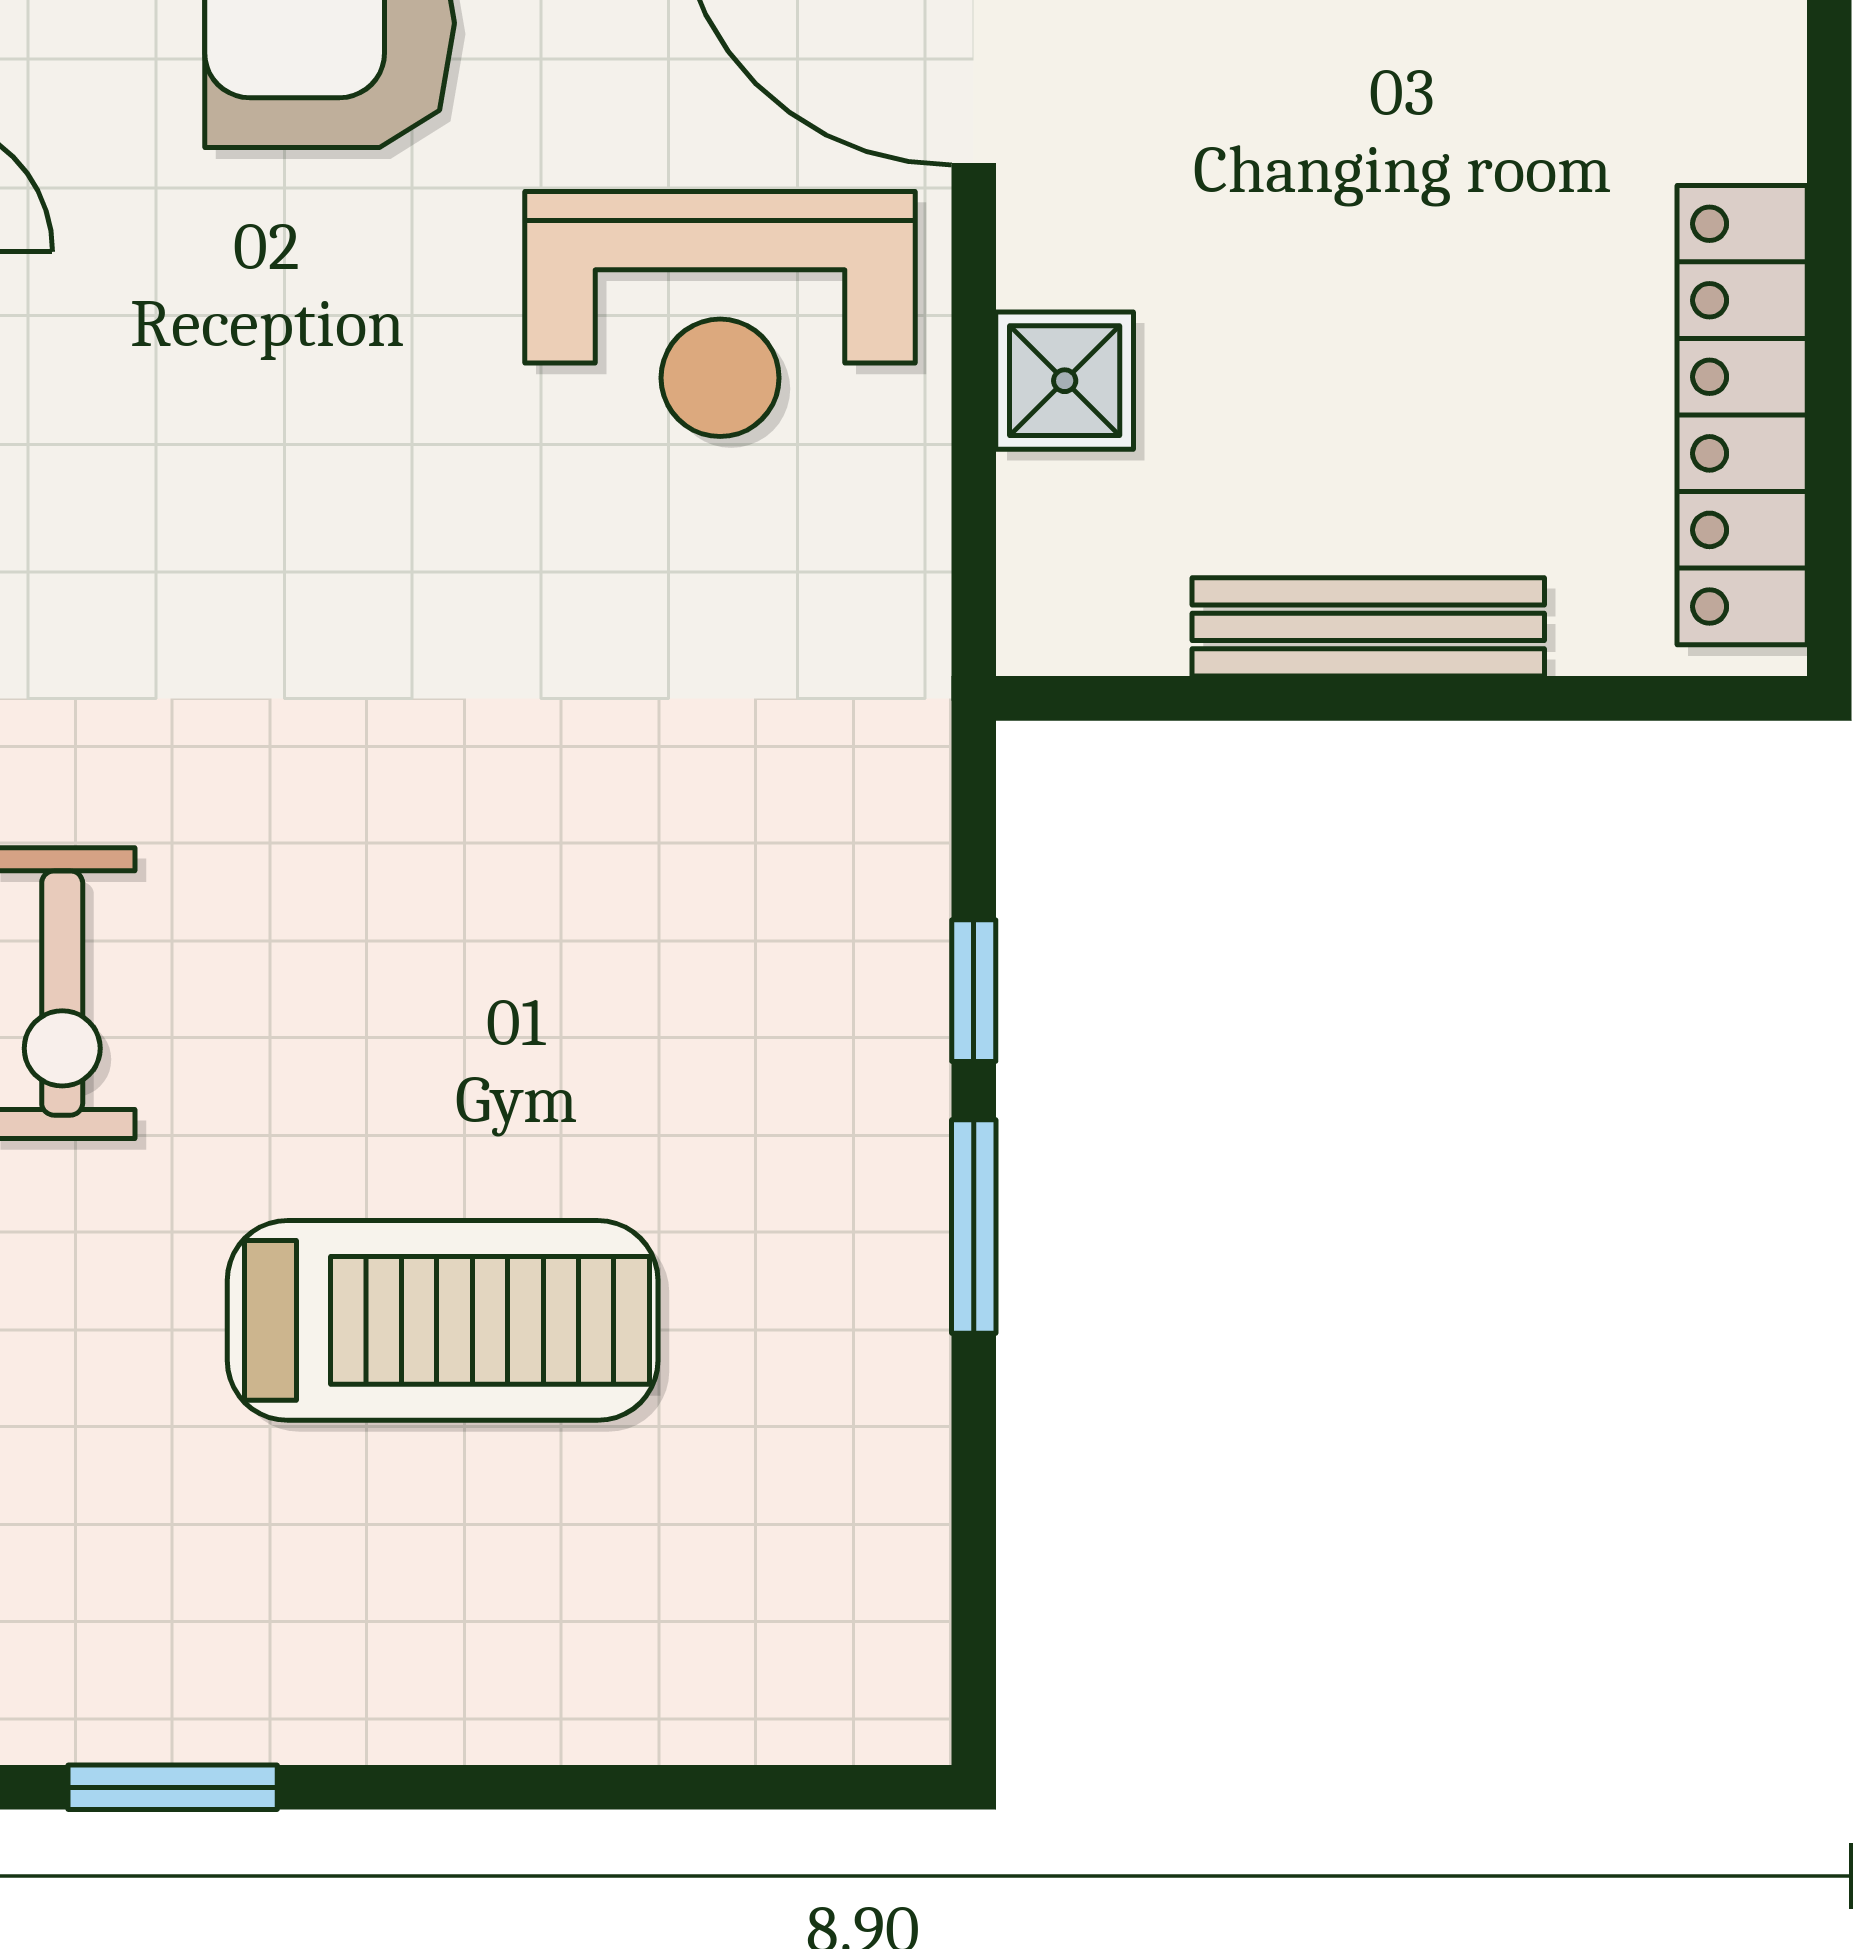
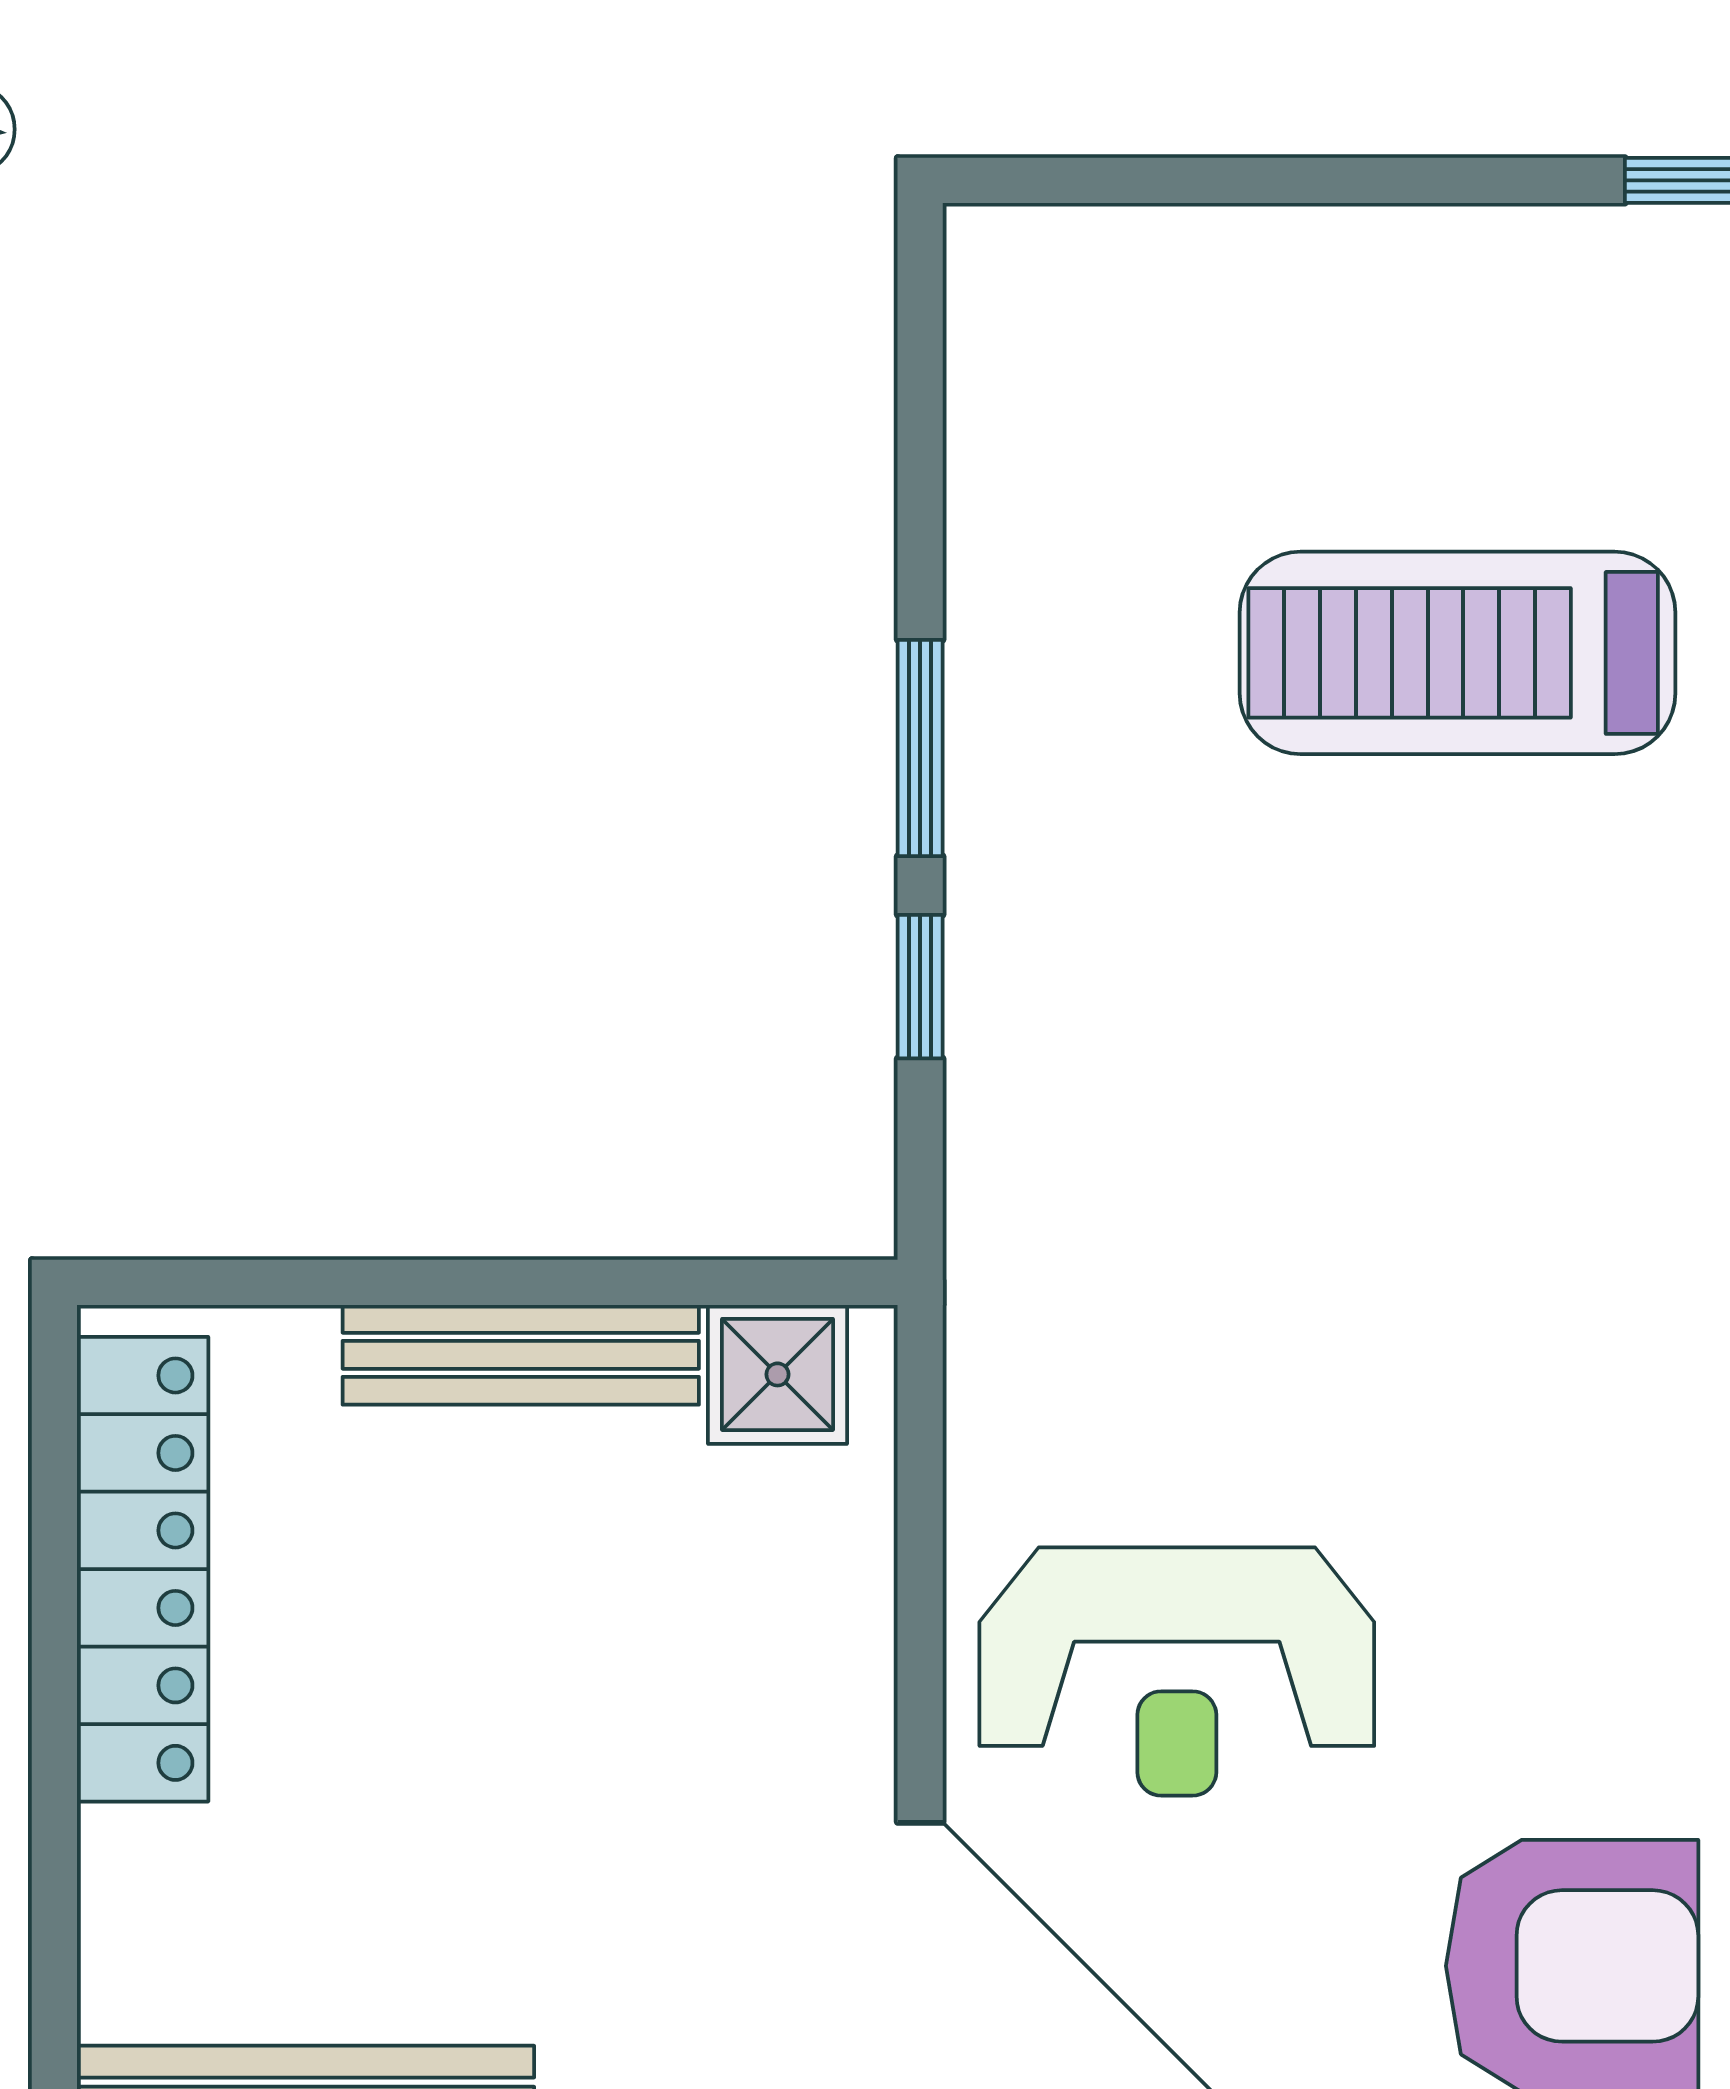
reception desk: (720, 314) -> (1177, 1671), turned 180
shower: (1065, 381) -> (777, 1374), moved

